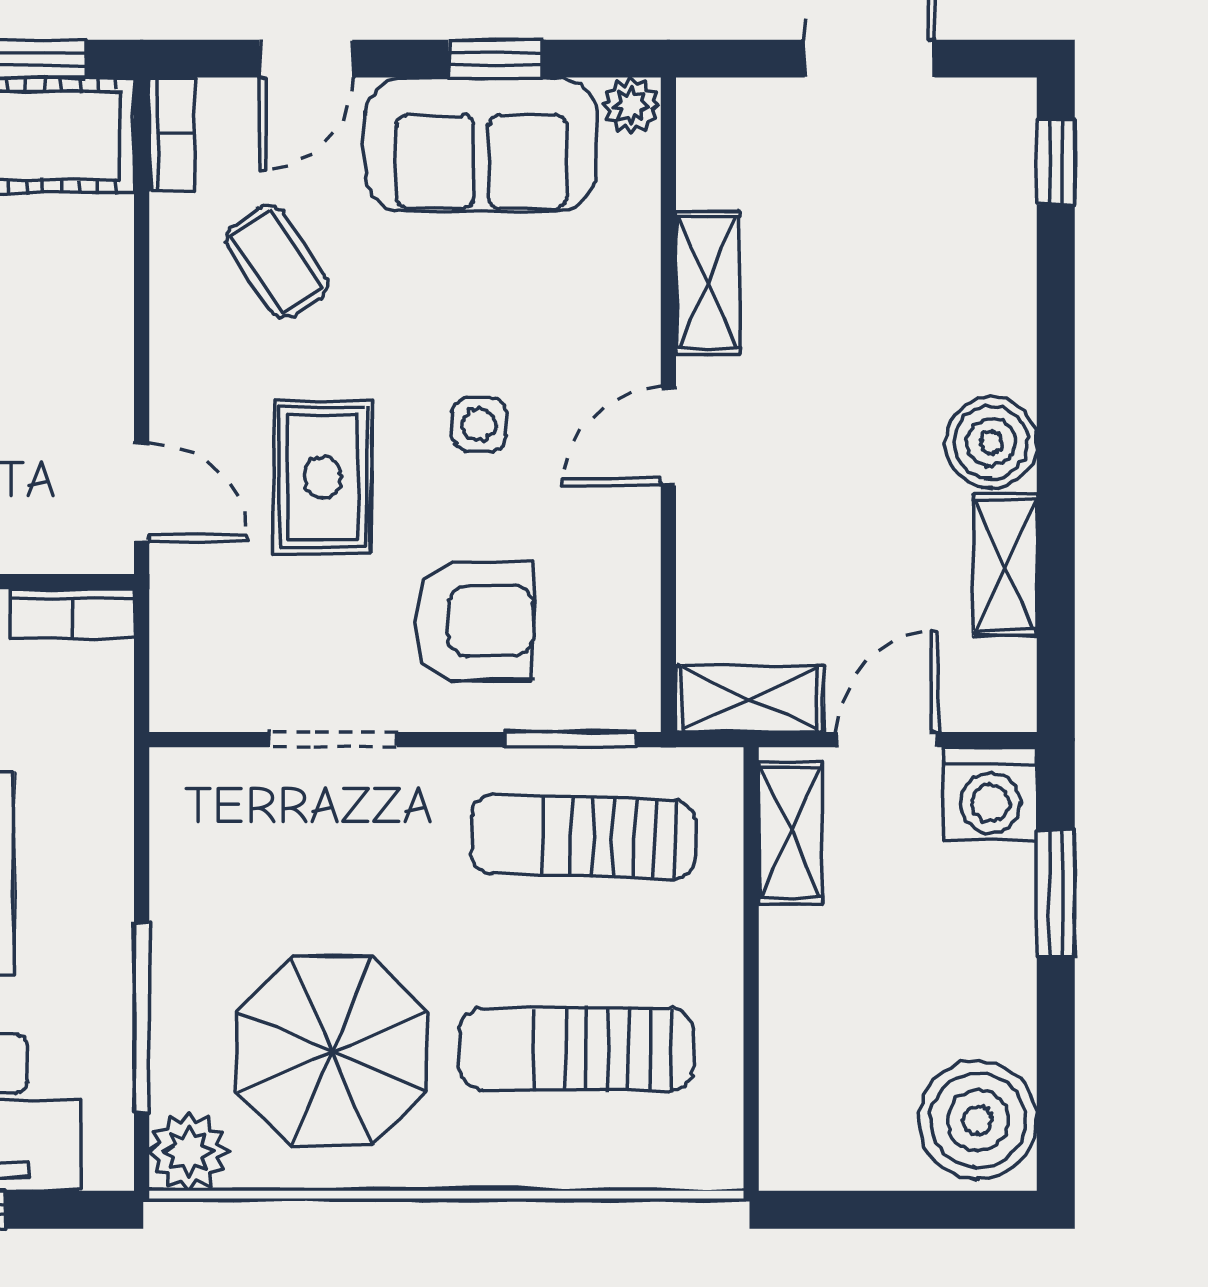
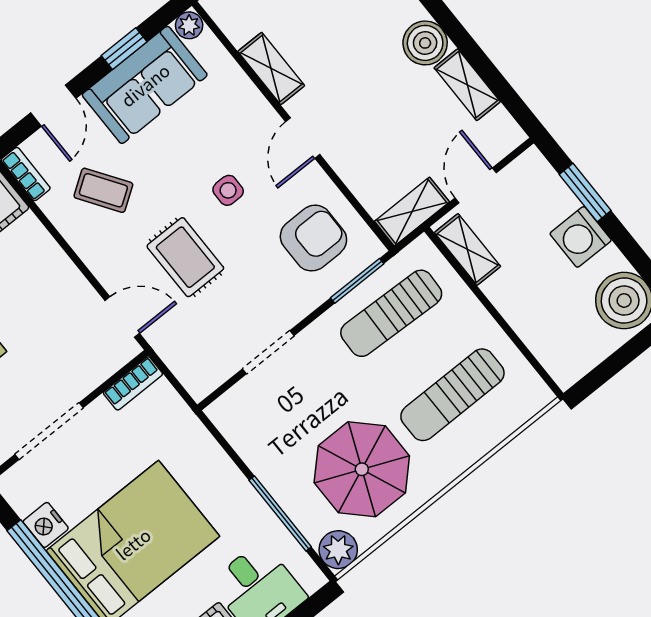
armchair: (475, 621) -> (313, 238), moved
washing machine: (990, 794) -> (581, 237), moved, turned 90

